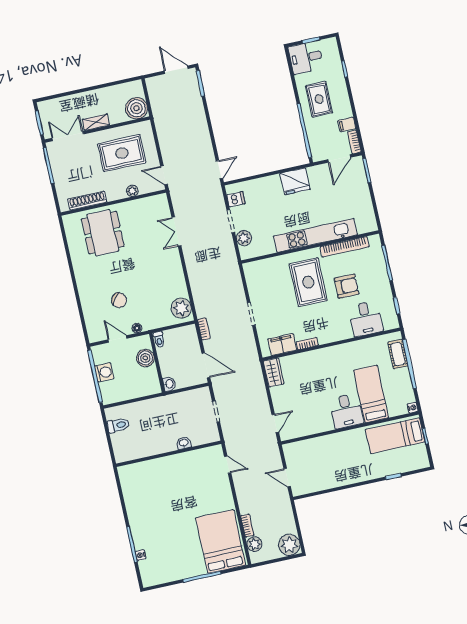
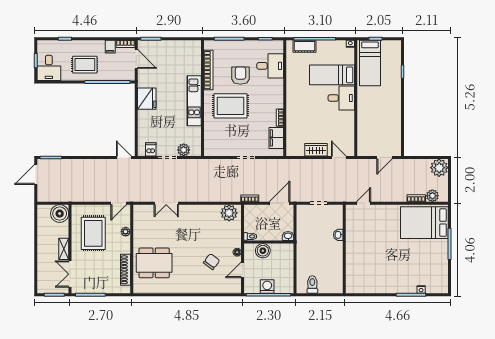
kitchen unit: (315, 235) -> (194, 101), width x0.73
wardrobe: (274, 372) -> (316, 150), moved

